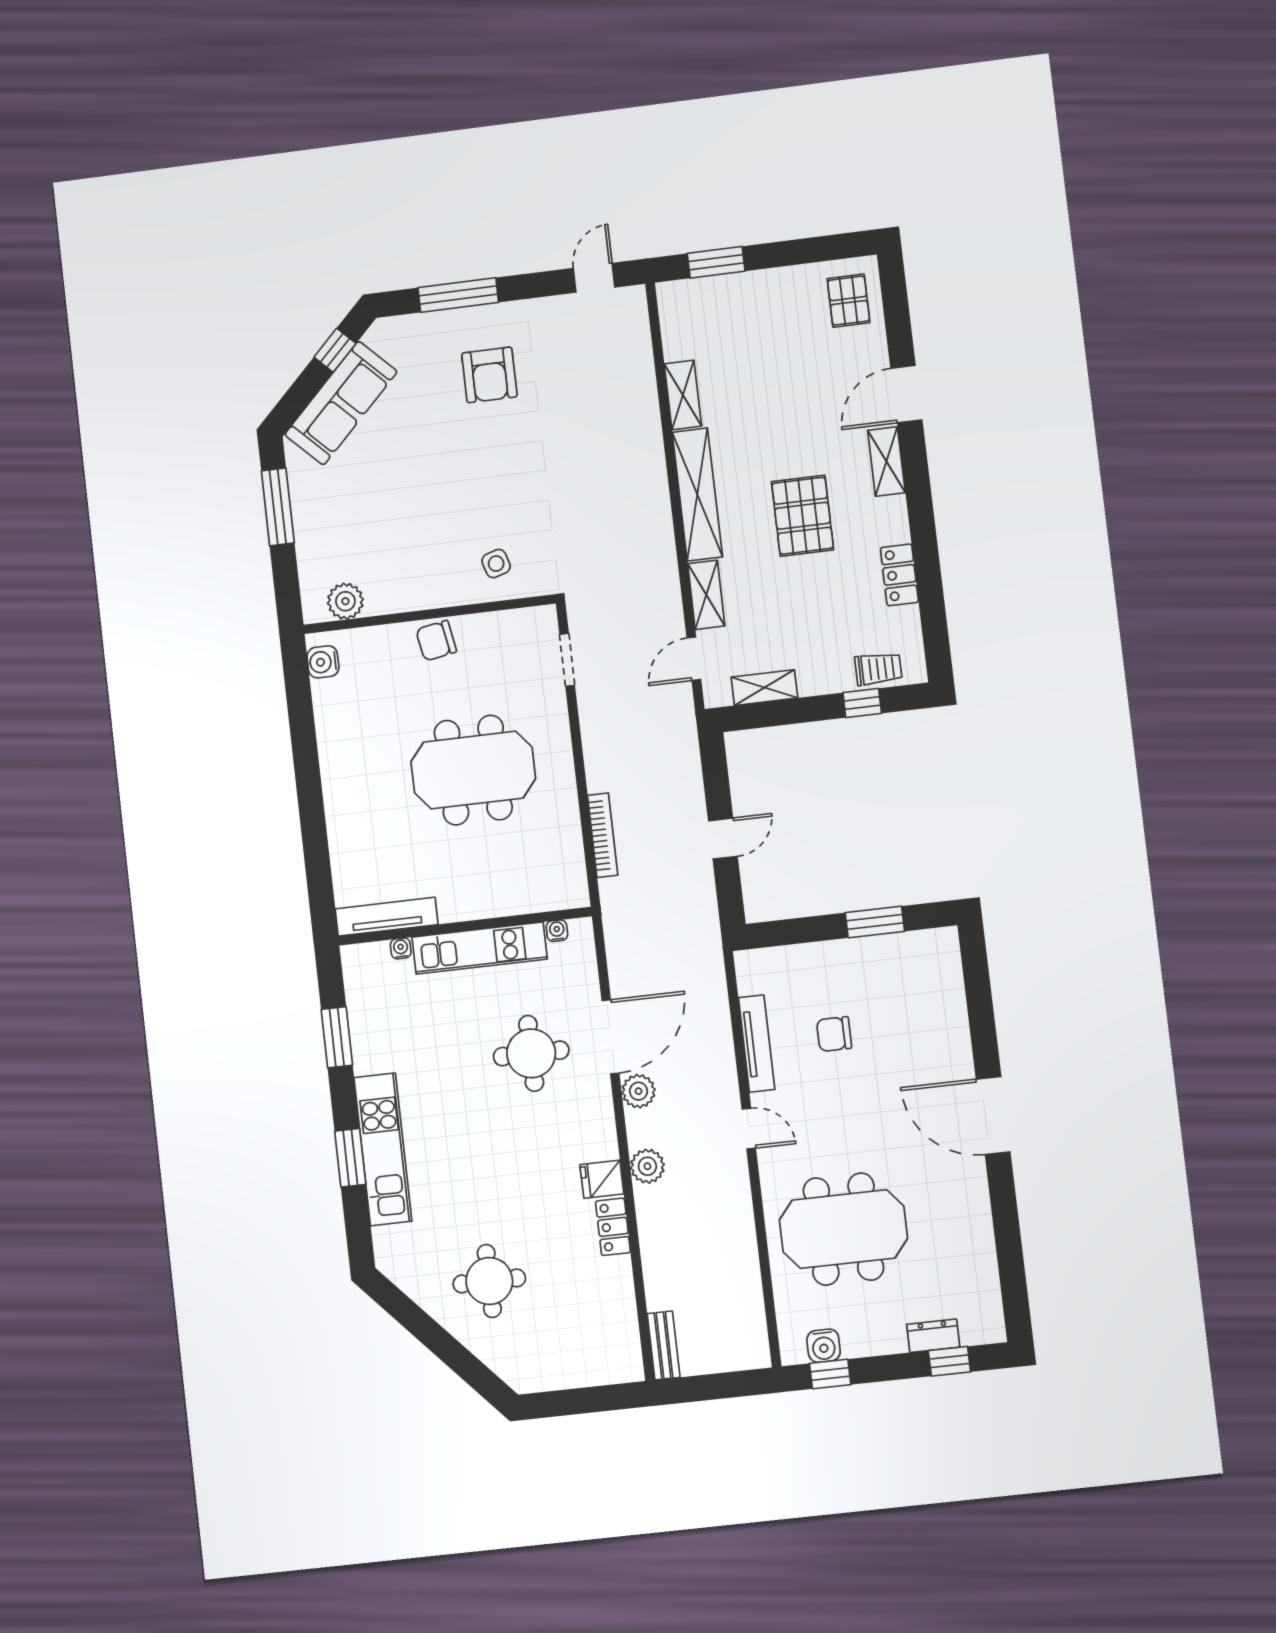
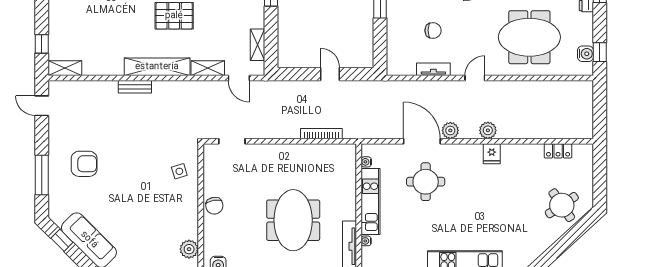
window: (716, 262) -> (42, 44), width x0.67
shelving: (683, 395) -> (65, 68), moved
meeting table: (473, 770) -> (293, 220), moved
chair: (834, 1034) -> (433, 30), turned -90
tv unit: (757, 1044) -> (433, 69), width x0.71
locker: (613, 1227) -> (558, 151), moved
meeting table: (843, 1229) -> (529, 37), turned 90
round table: (489, 1281) -> (562, 205), moved, turned -34
bench: (664, 1345) -> (135, 87), moved

